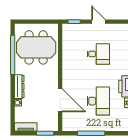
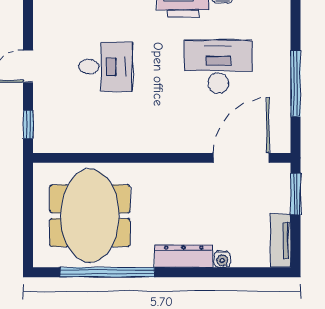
desk: (98, 54) -> (105, 67), turned 90
door: (60, 100) -> (241, 158), moved

